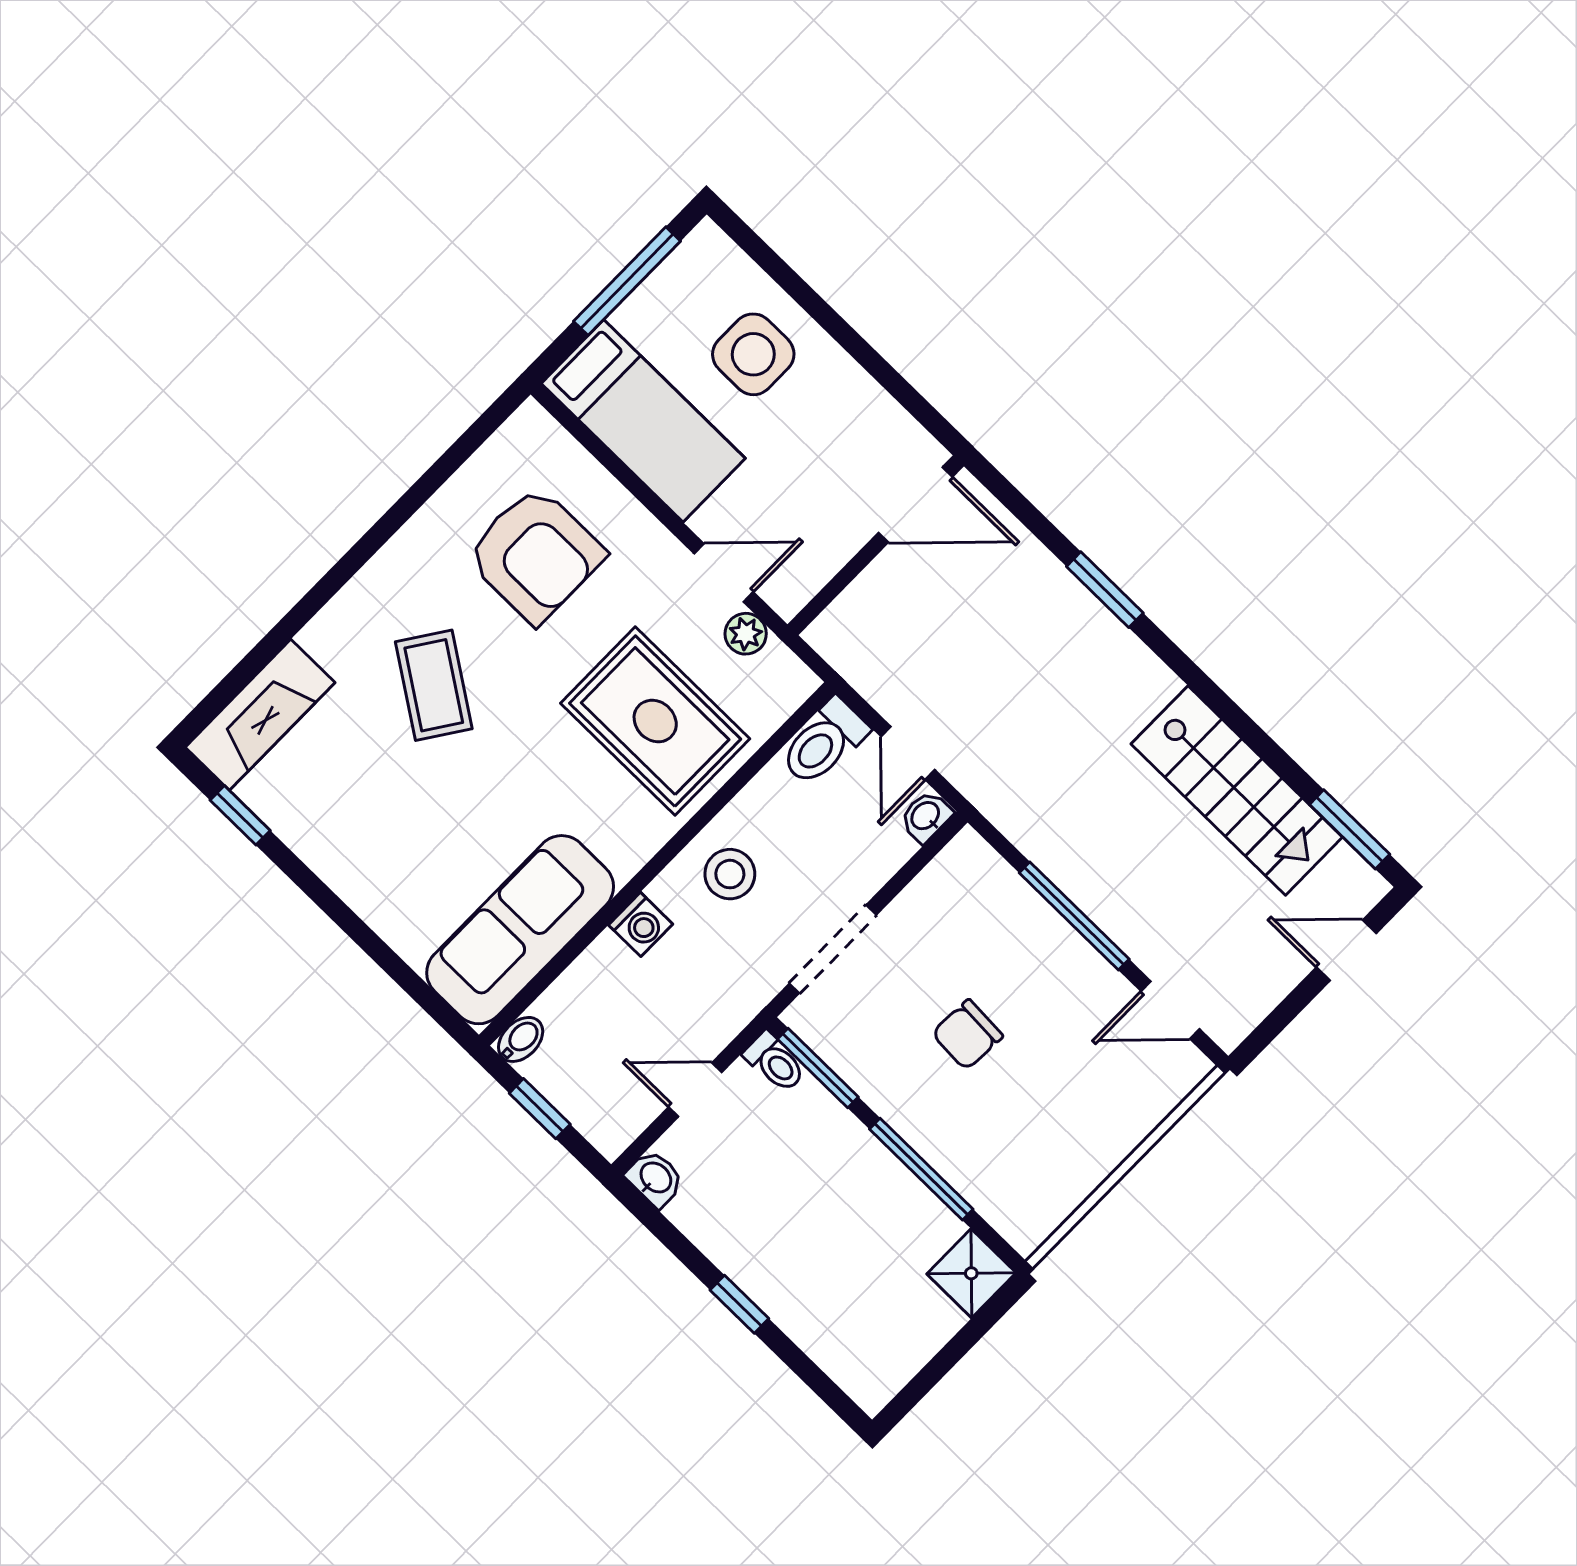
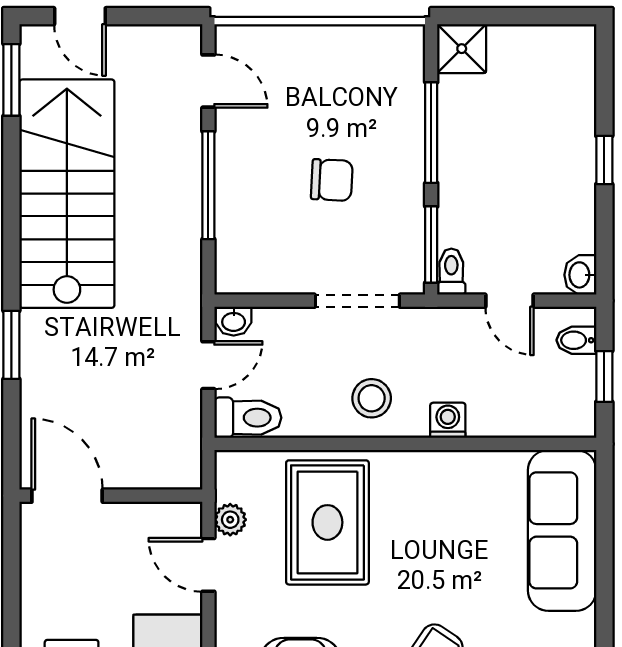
stairs: (1237, 790) -> (67, 194), width x1.36, depth x1.51
sofa: (520, 930) -> (562, 530), moved, turned 90
bidet: (521, 1039) -> (576, 340), moved

